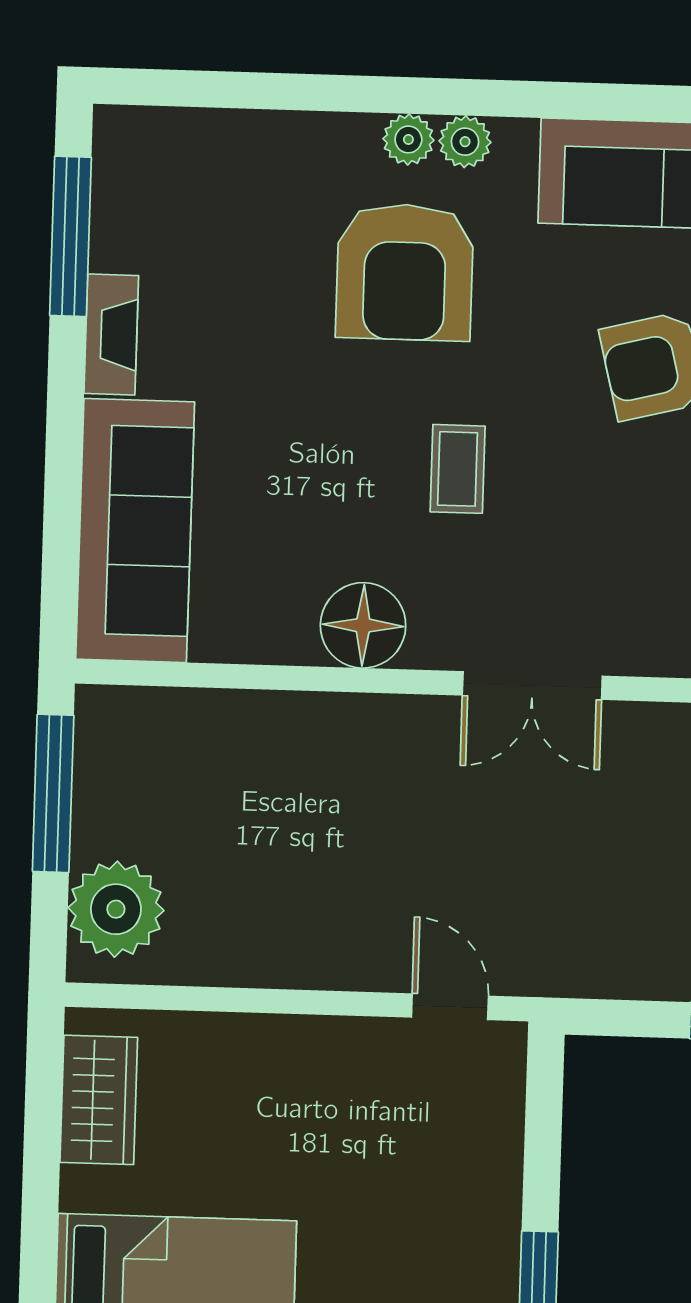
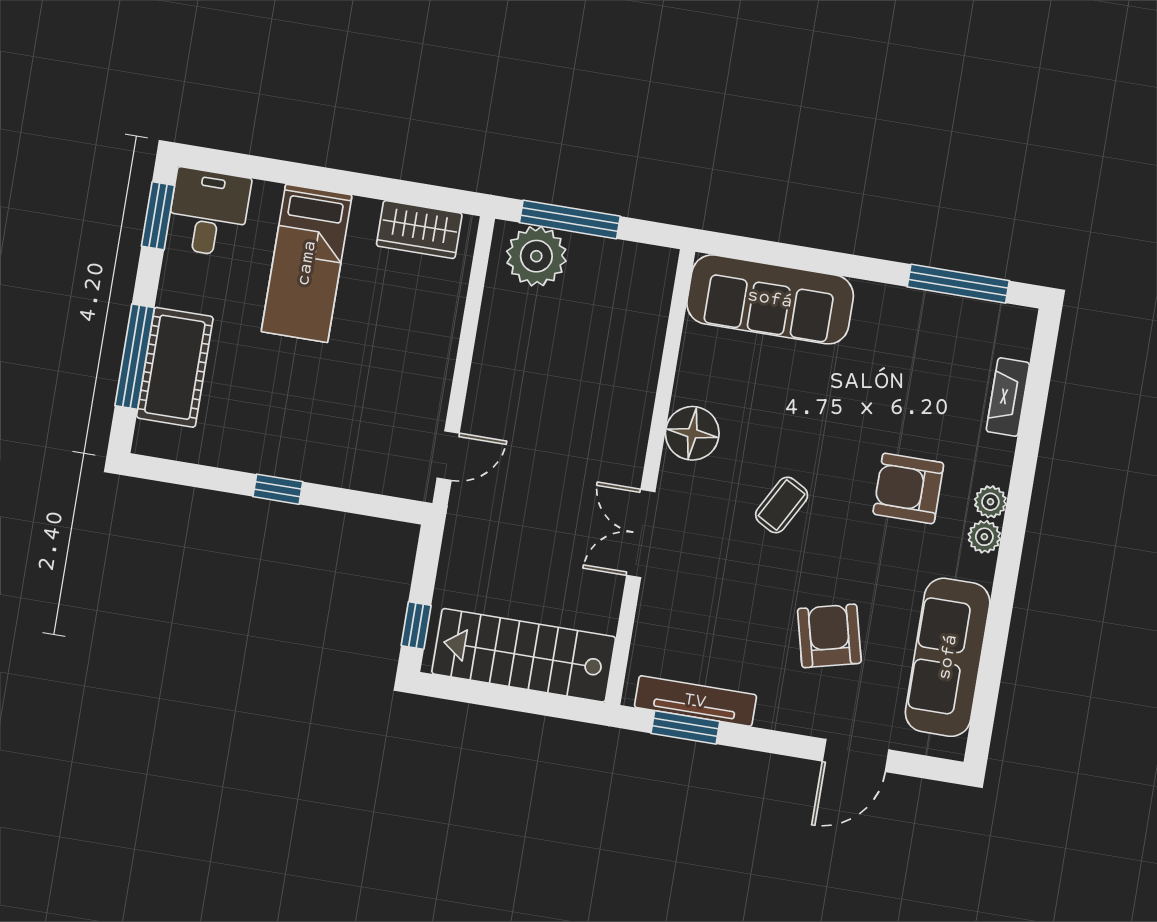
armchair: (405, 272) -> (908, 488), width x0.73, depth x0.73
fireplace: (111, 334) -> (1008, 397), moved, turned 90
coffee table: (458, 469) -> (782, 505), turned -61
window: (53, 793) -> (570, 219), moved

